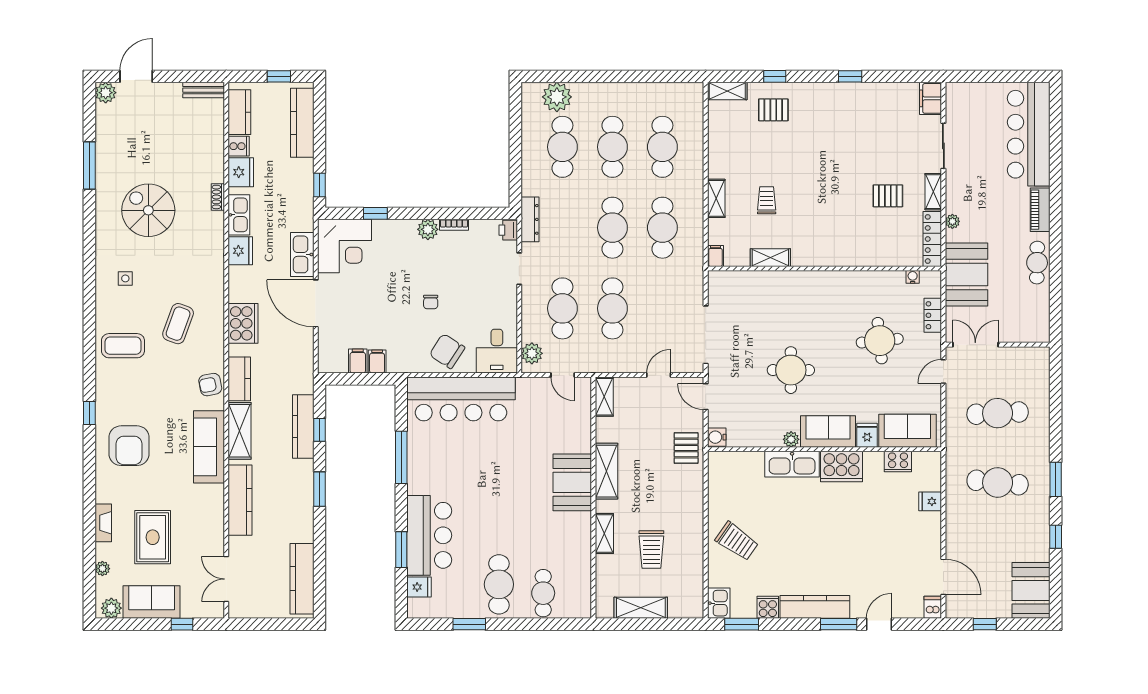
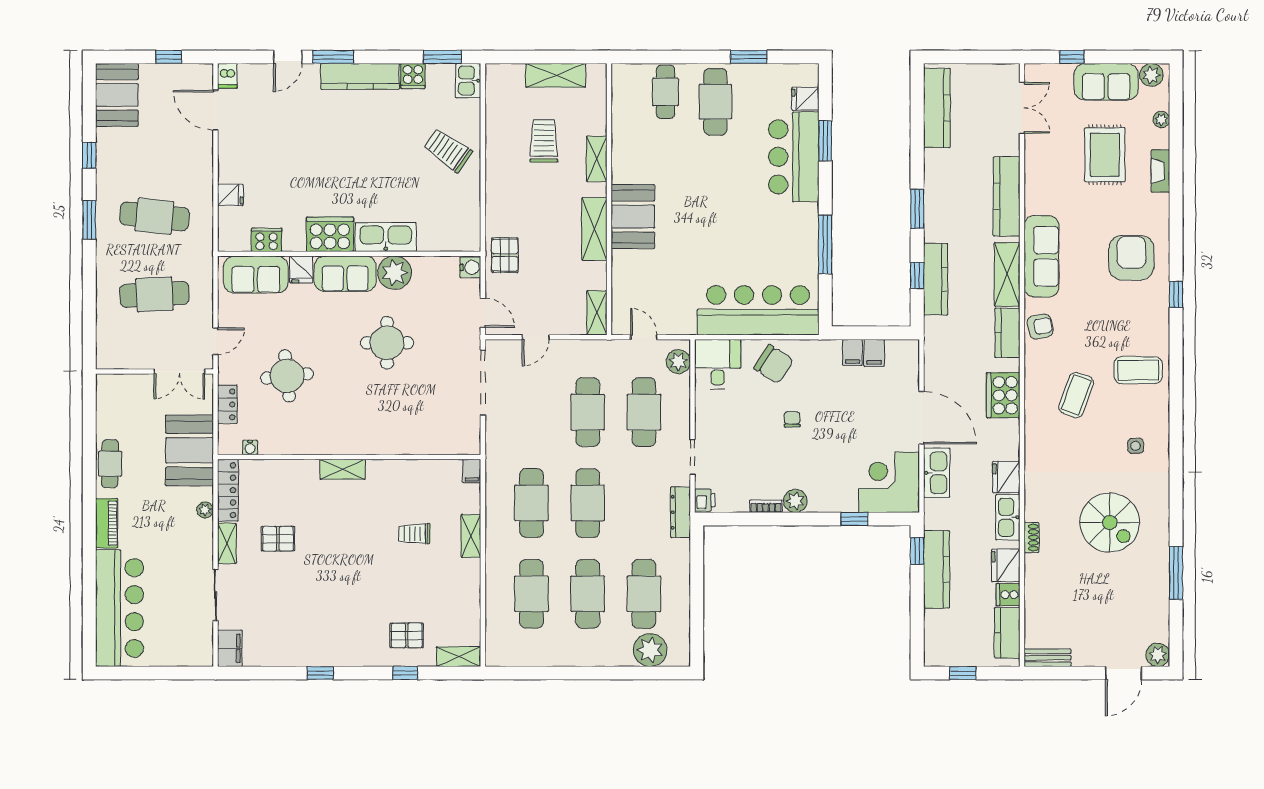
kitchen counter: (302, 123) -> (937, 569), moved
trolley: (767, 200) -> (414, 534), turned 90
shelving: (770, 258) -> (343, 469), moved
plant: (791, 439) -> (395, 273), width x1.87, depth x1.87

